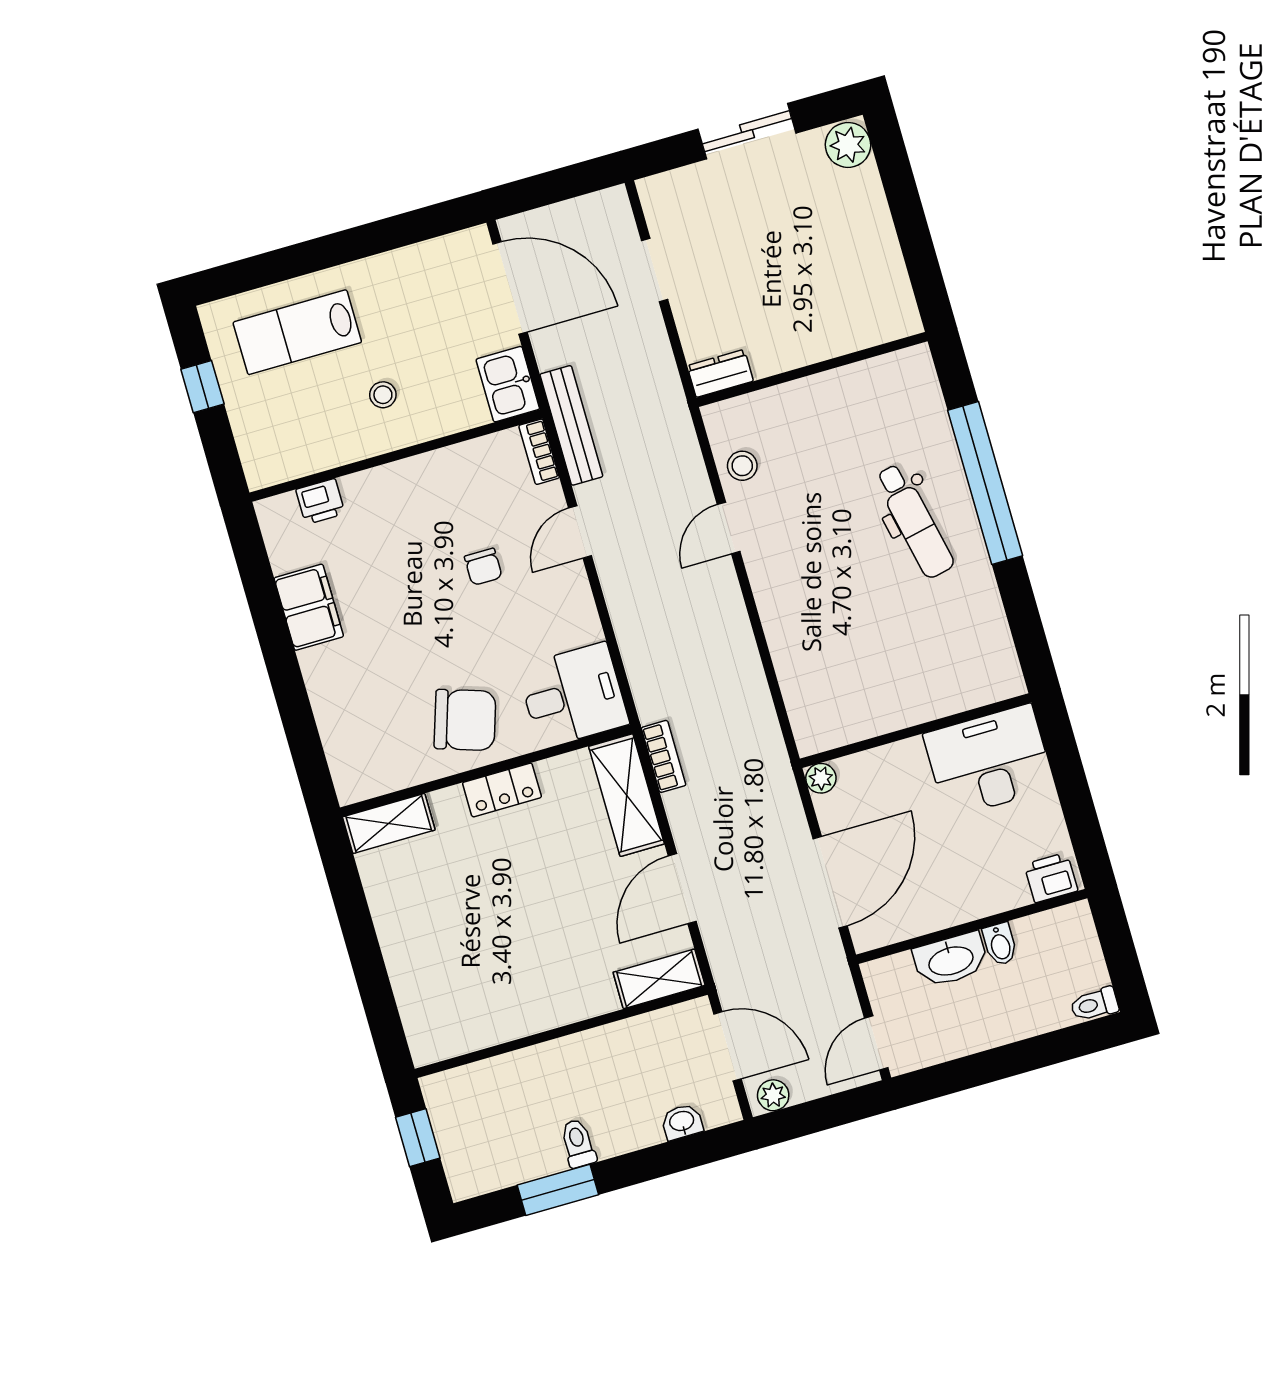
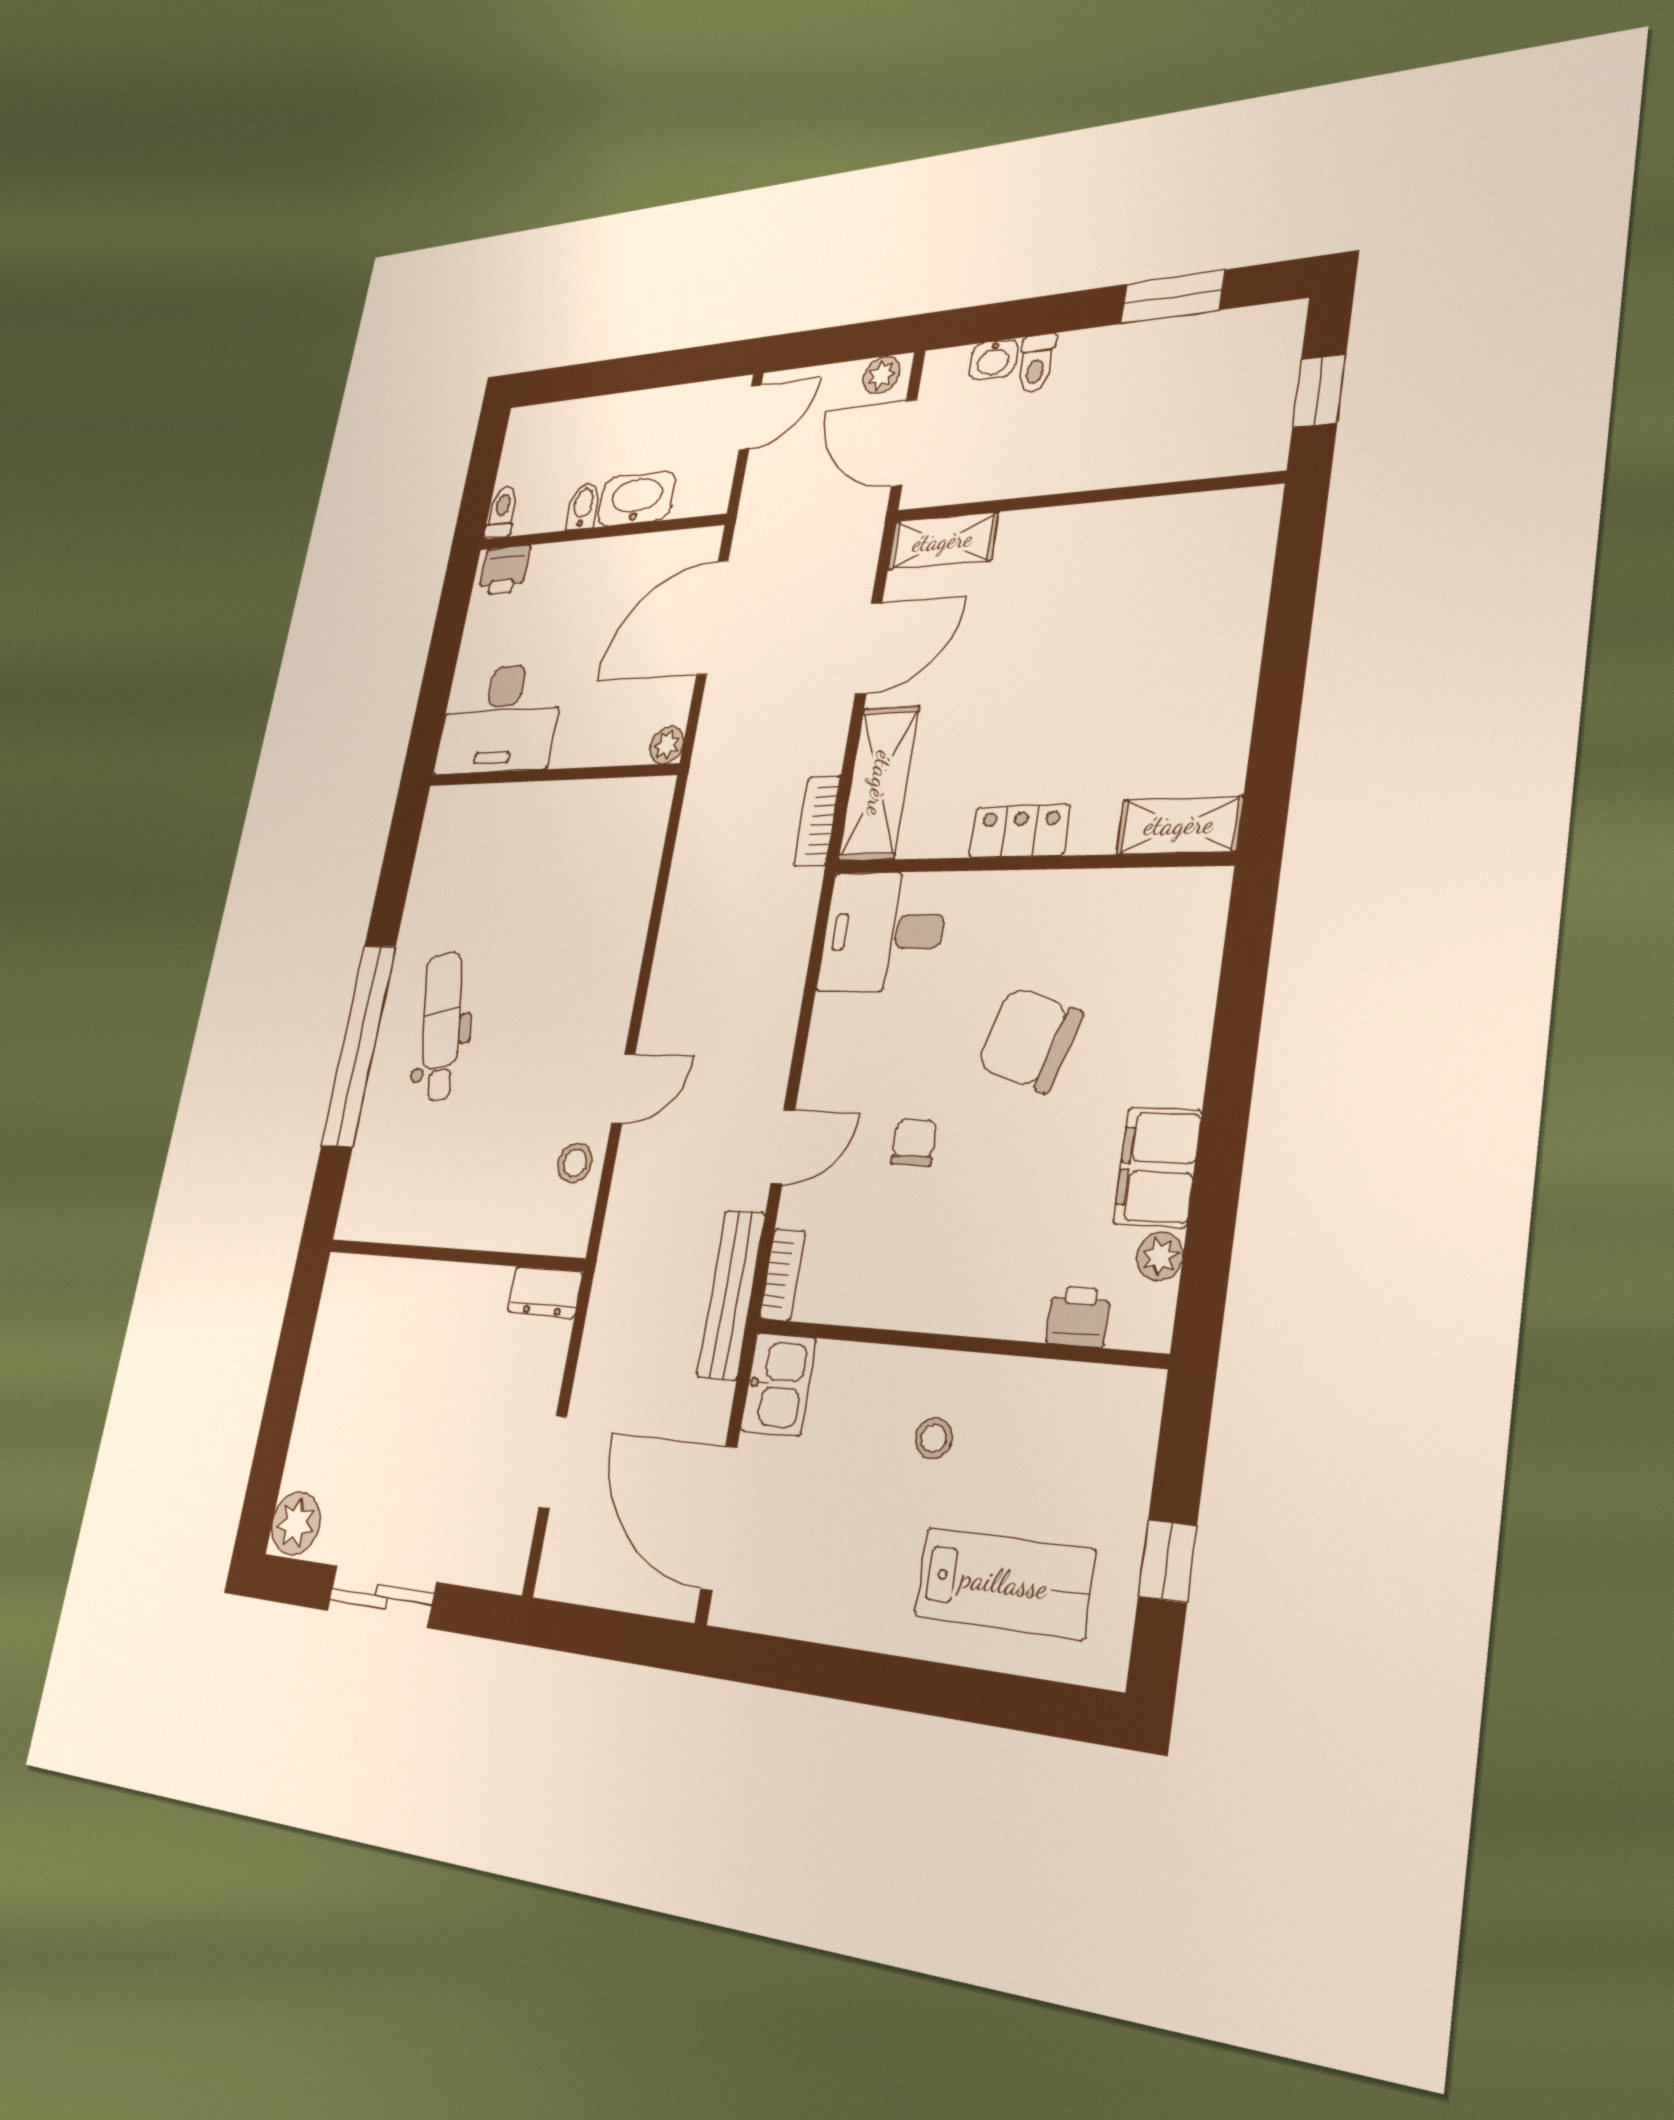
plant: (283, 555) -> (1160, 1256), added
chair: (465, 720) -> (1029, 1039), moved
toilet: (1094, 1004) -> (502, 512), moved, turned -90
toilet: (578, 1143) -> (1036, 363), moved

